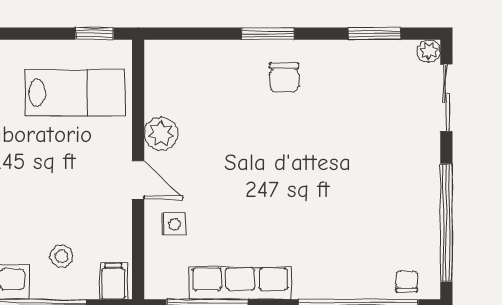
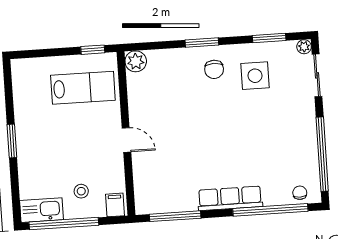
plant: (161, 134) -> (136, 61), moved
side table: (175, 224) -> (255, 76), moved, width x1.87, depth x1.87
row of seats: (240, 283) -> (230, 198), moved

